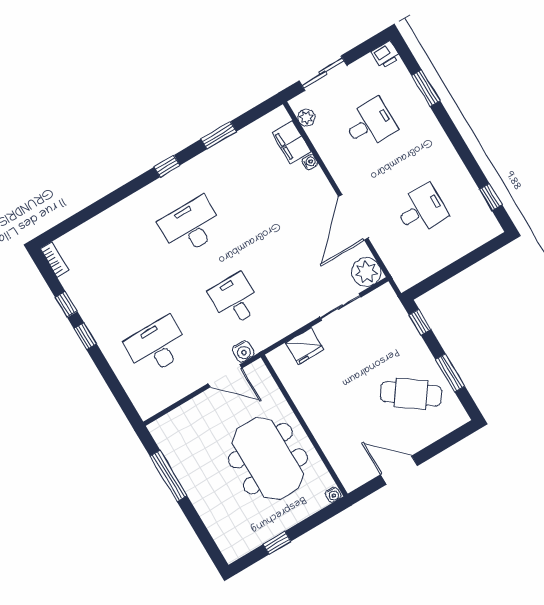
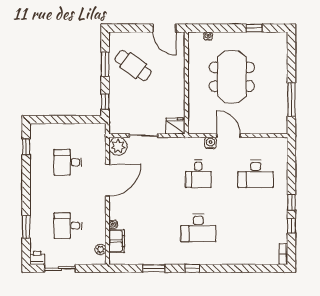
sliding door: (323, 73) -> (60, 268), moved
wall: (304, 426) -> (186, 83), moved

